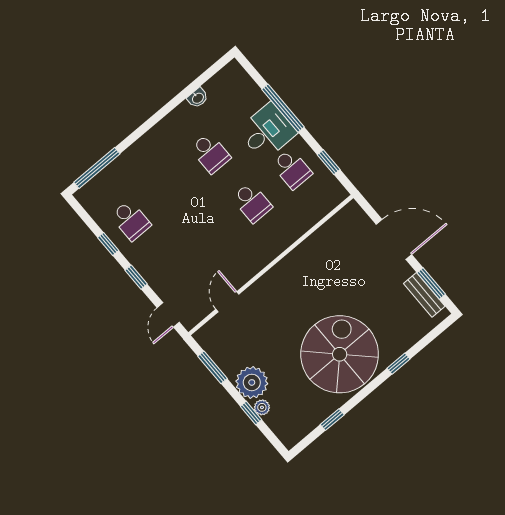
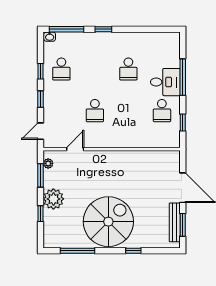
washbasin: (198, 98) -> (50, 37), moved
window: (141, 131) -> (103, 29), added
school desk: (252, 203) -> (95, 111), moved
bench: (424, 295) -> (175, 222), width x1.36
plant: (262, 407) -> (48, 163), moved
window: (332, 420) -> (78, 251), width x2.17

